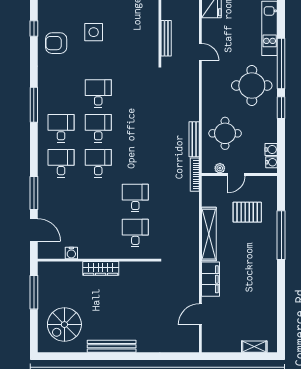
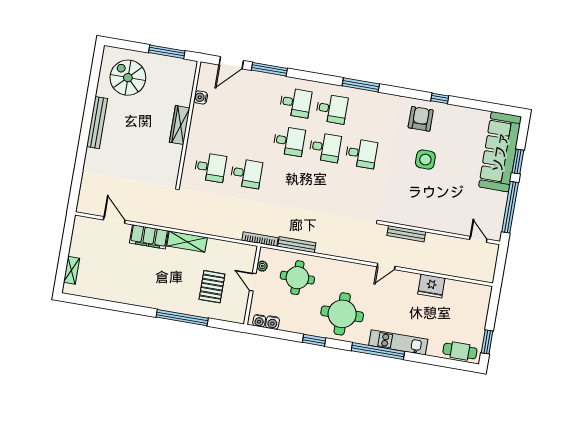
window: (281, 64) -> (378, 351), moved
shelving: (209, 234) -> (187, 242), width x0.68

